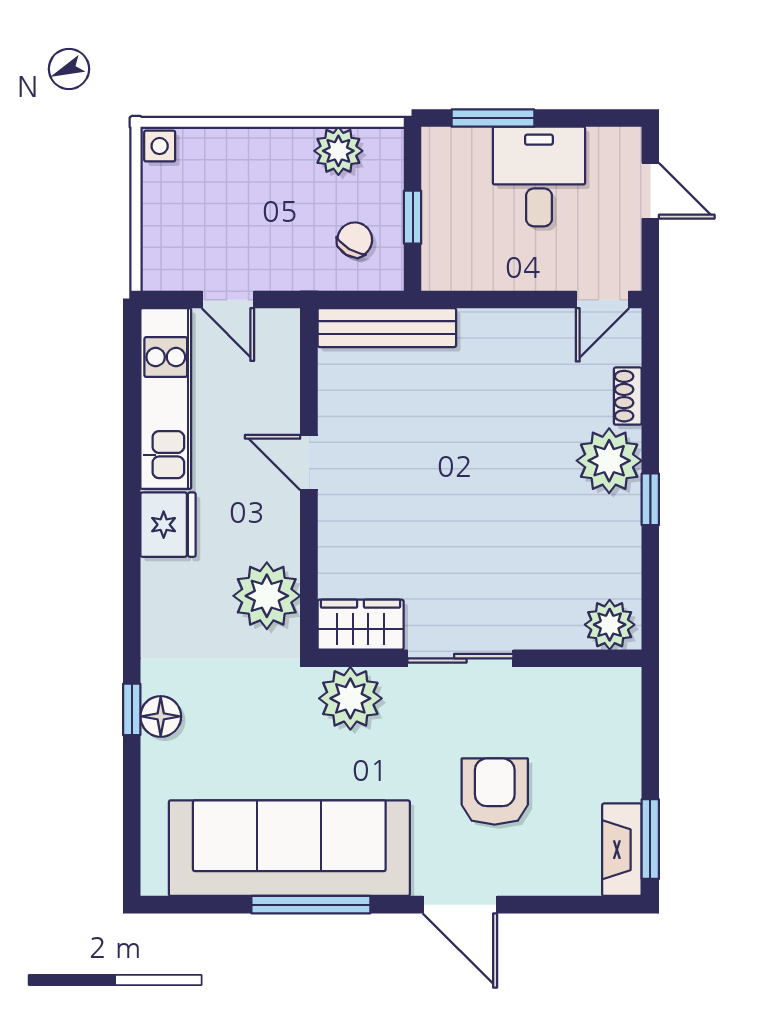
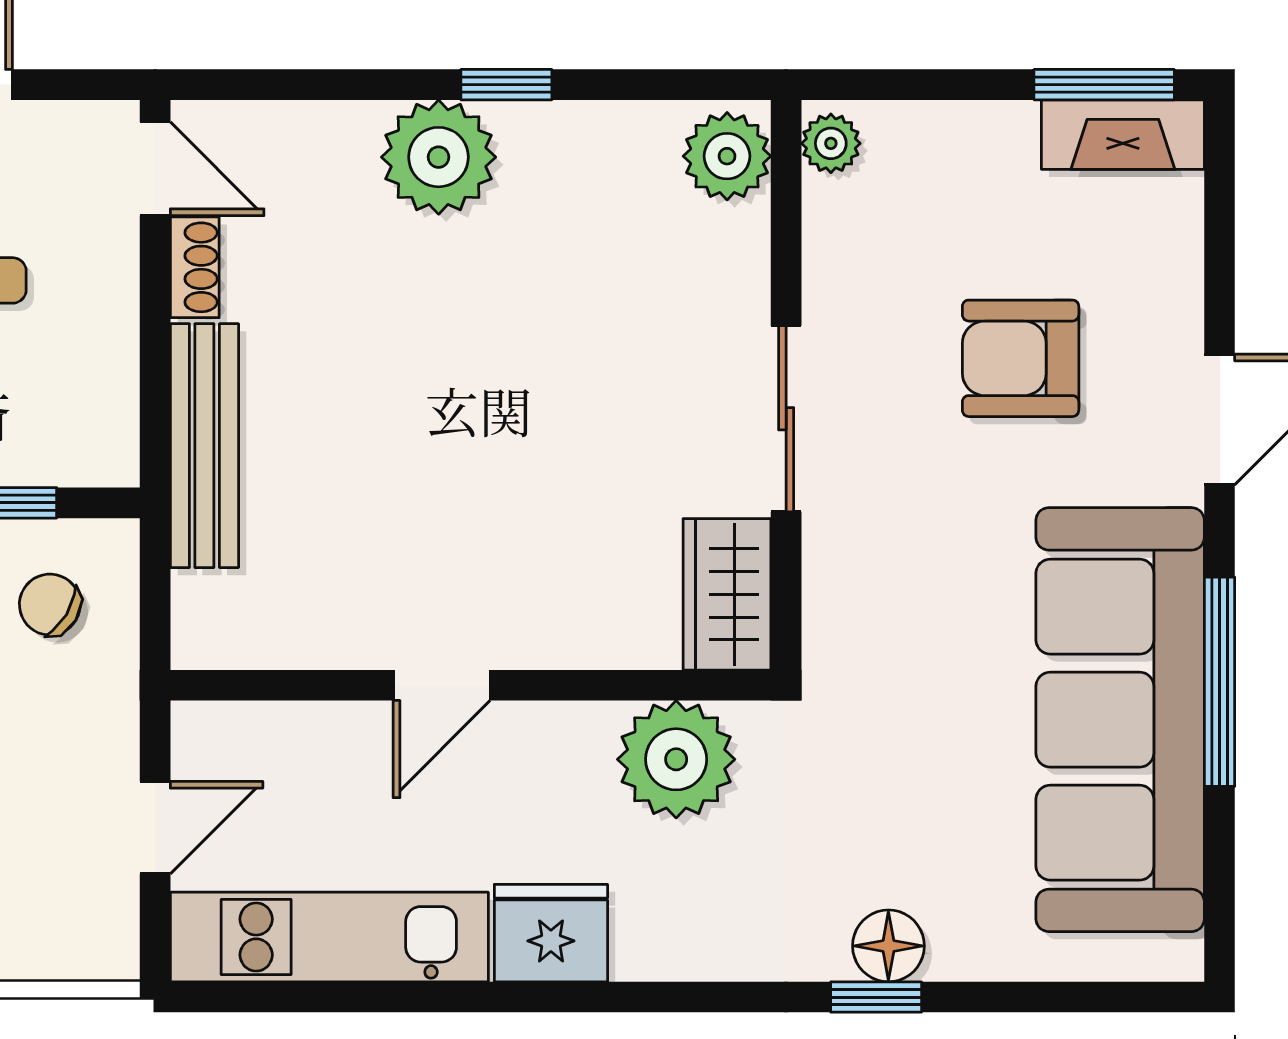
bench: (387, 328) -> (204, 446), moved
shoe rack: (628, 396) -> (195, 267), moved, turned -90
plant: (350, 698) -> (831, 143), moved, width x0.53, depth x0.53

